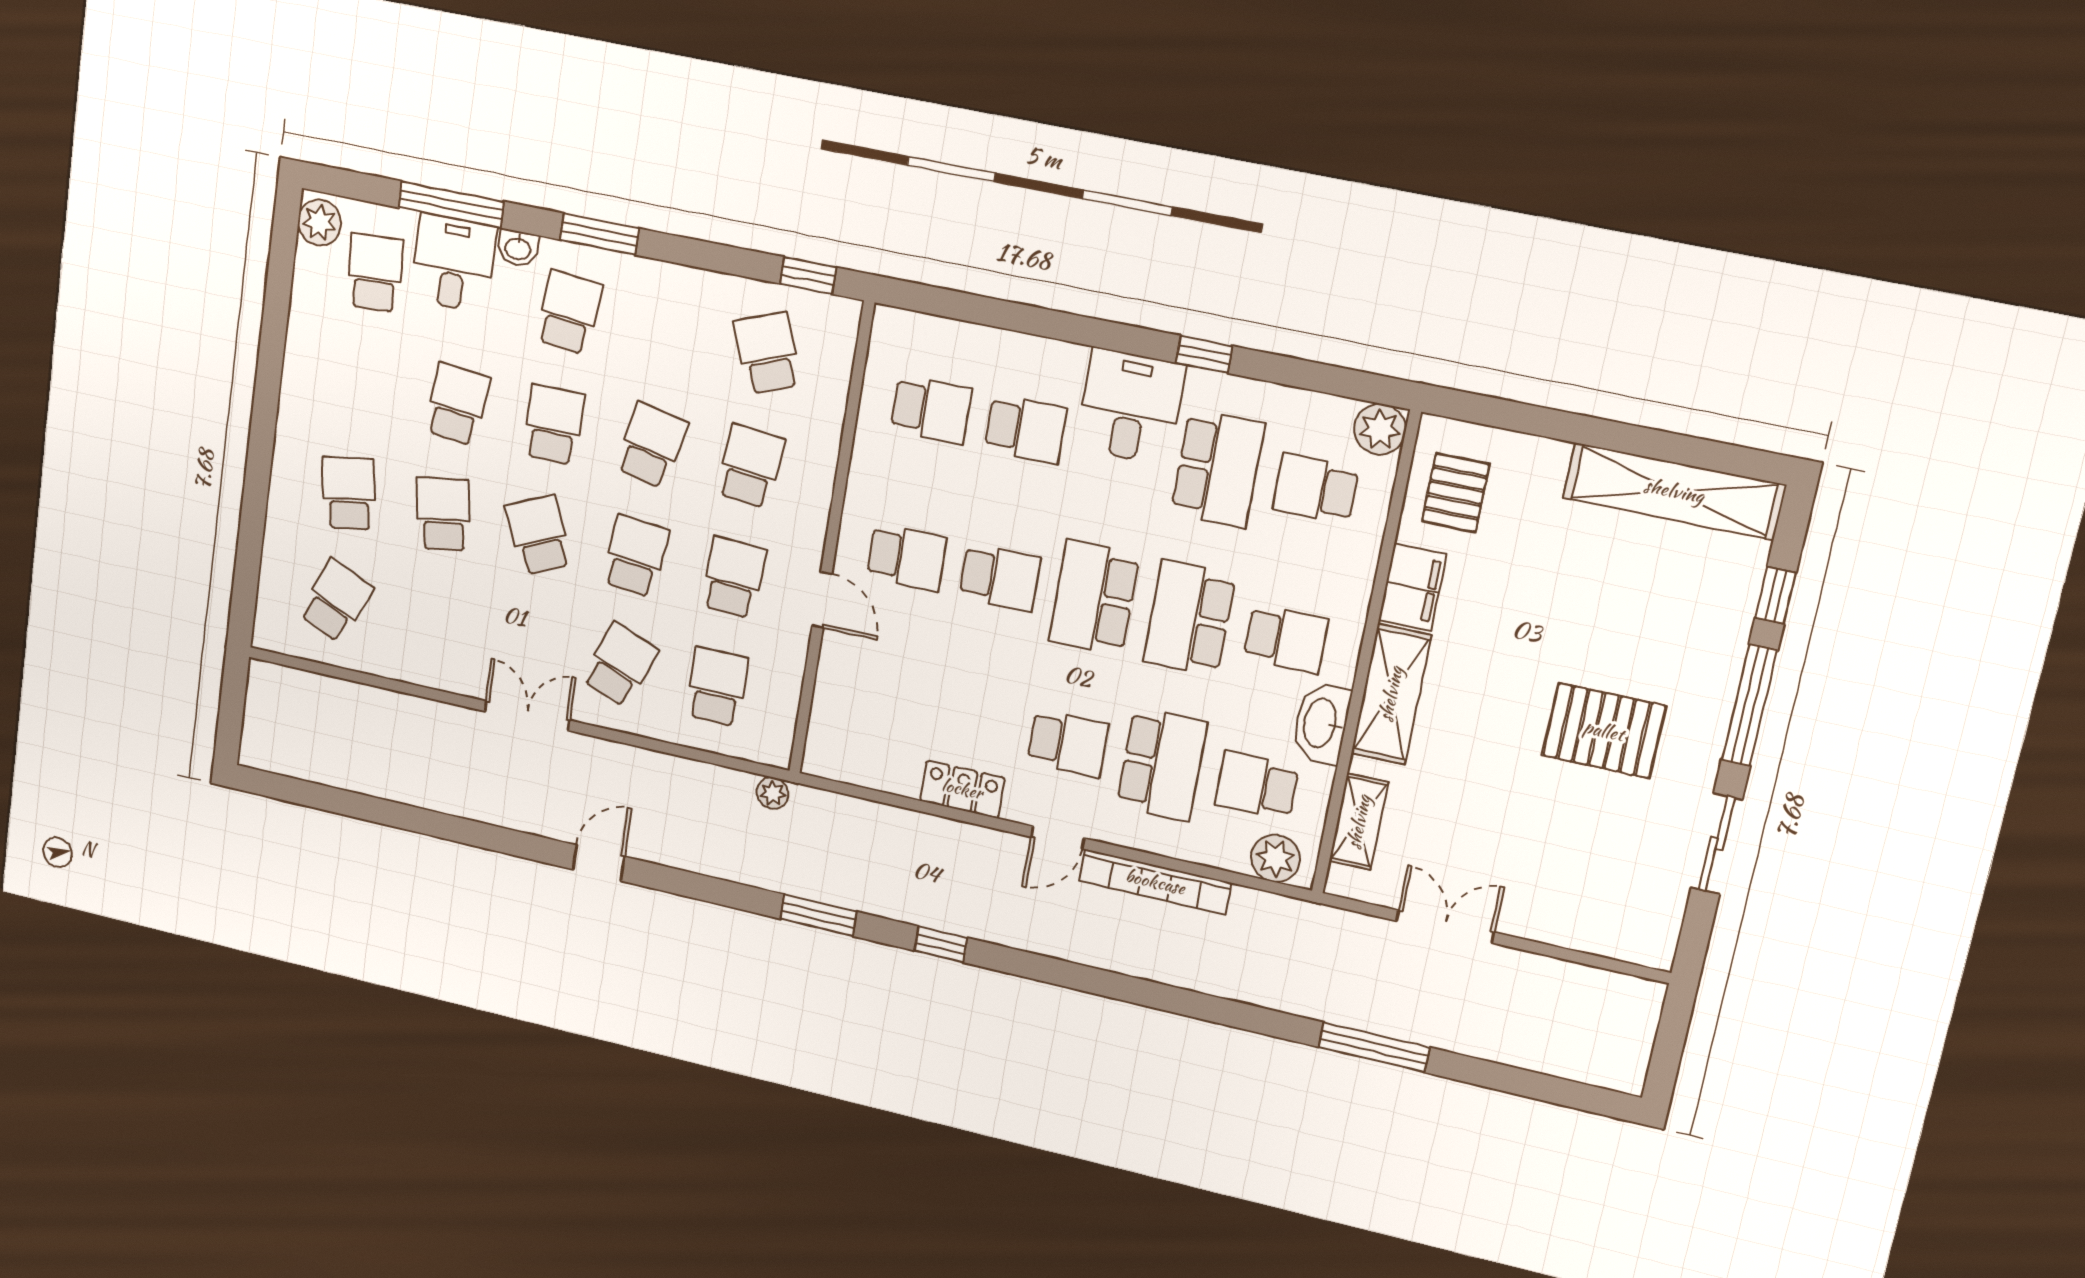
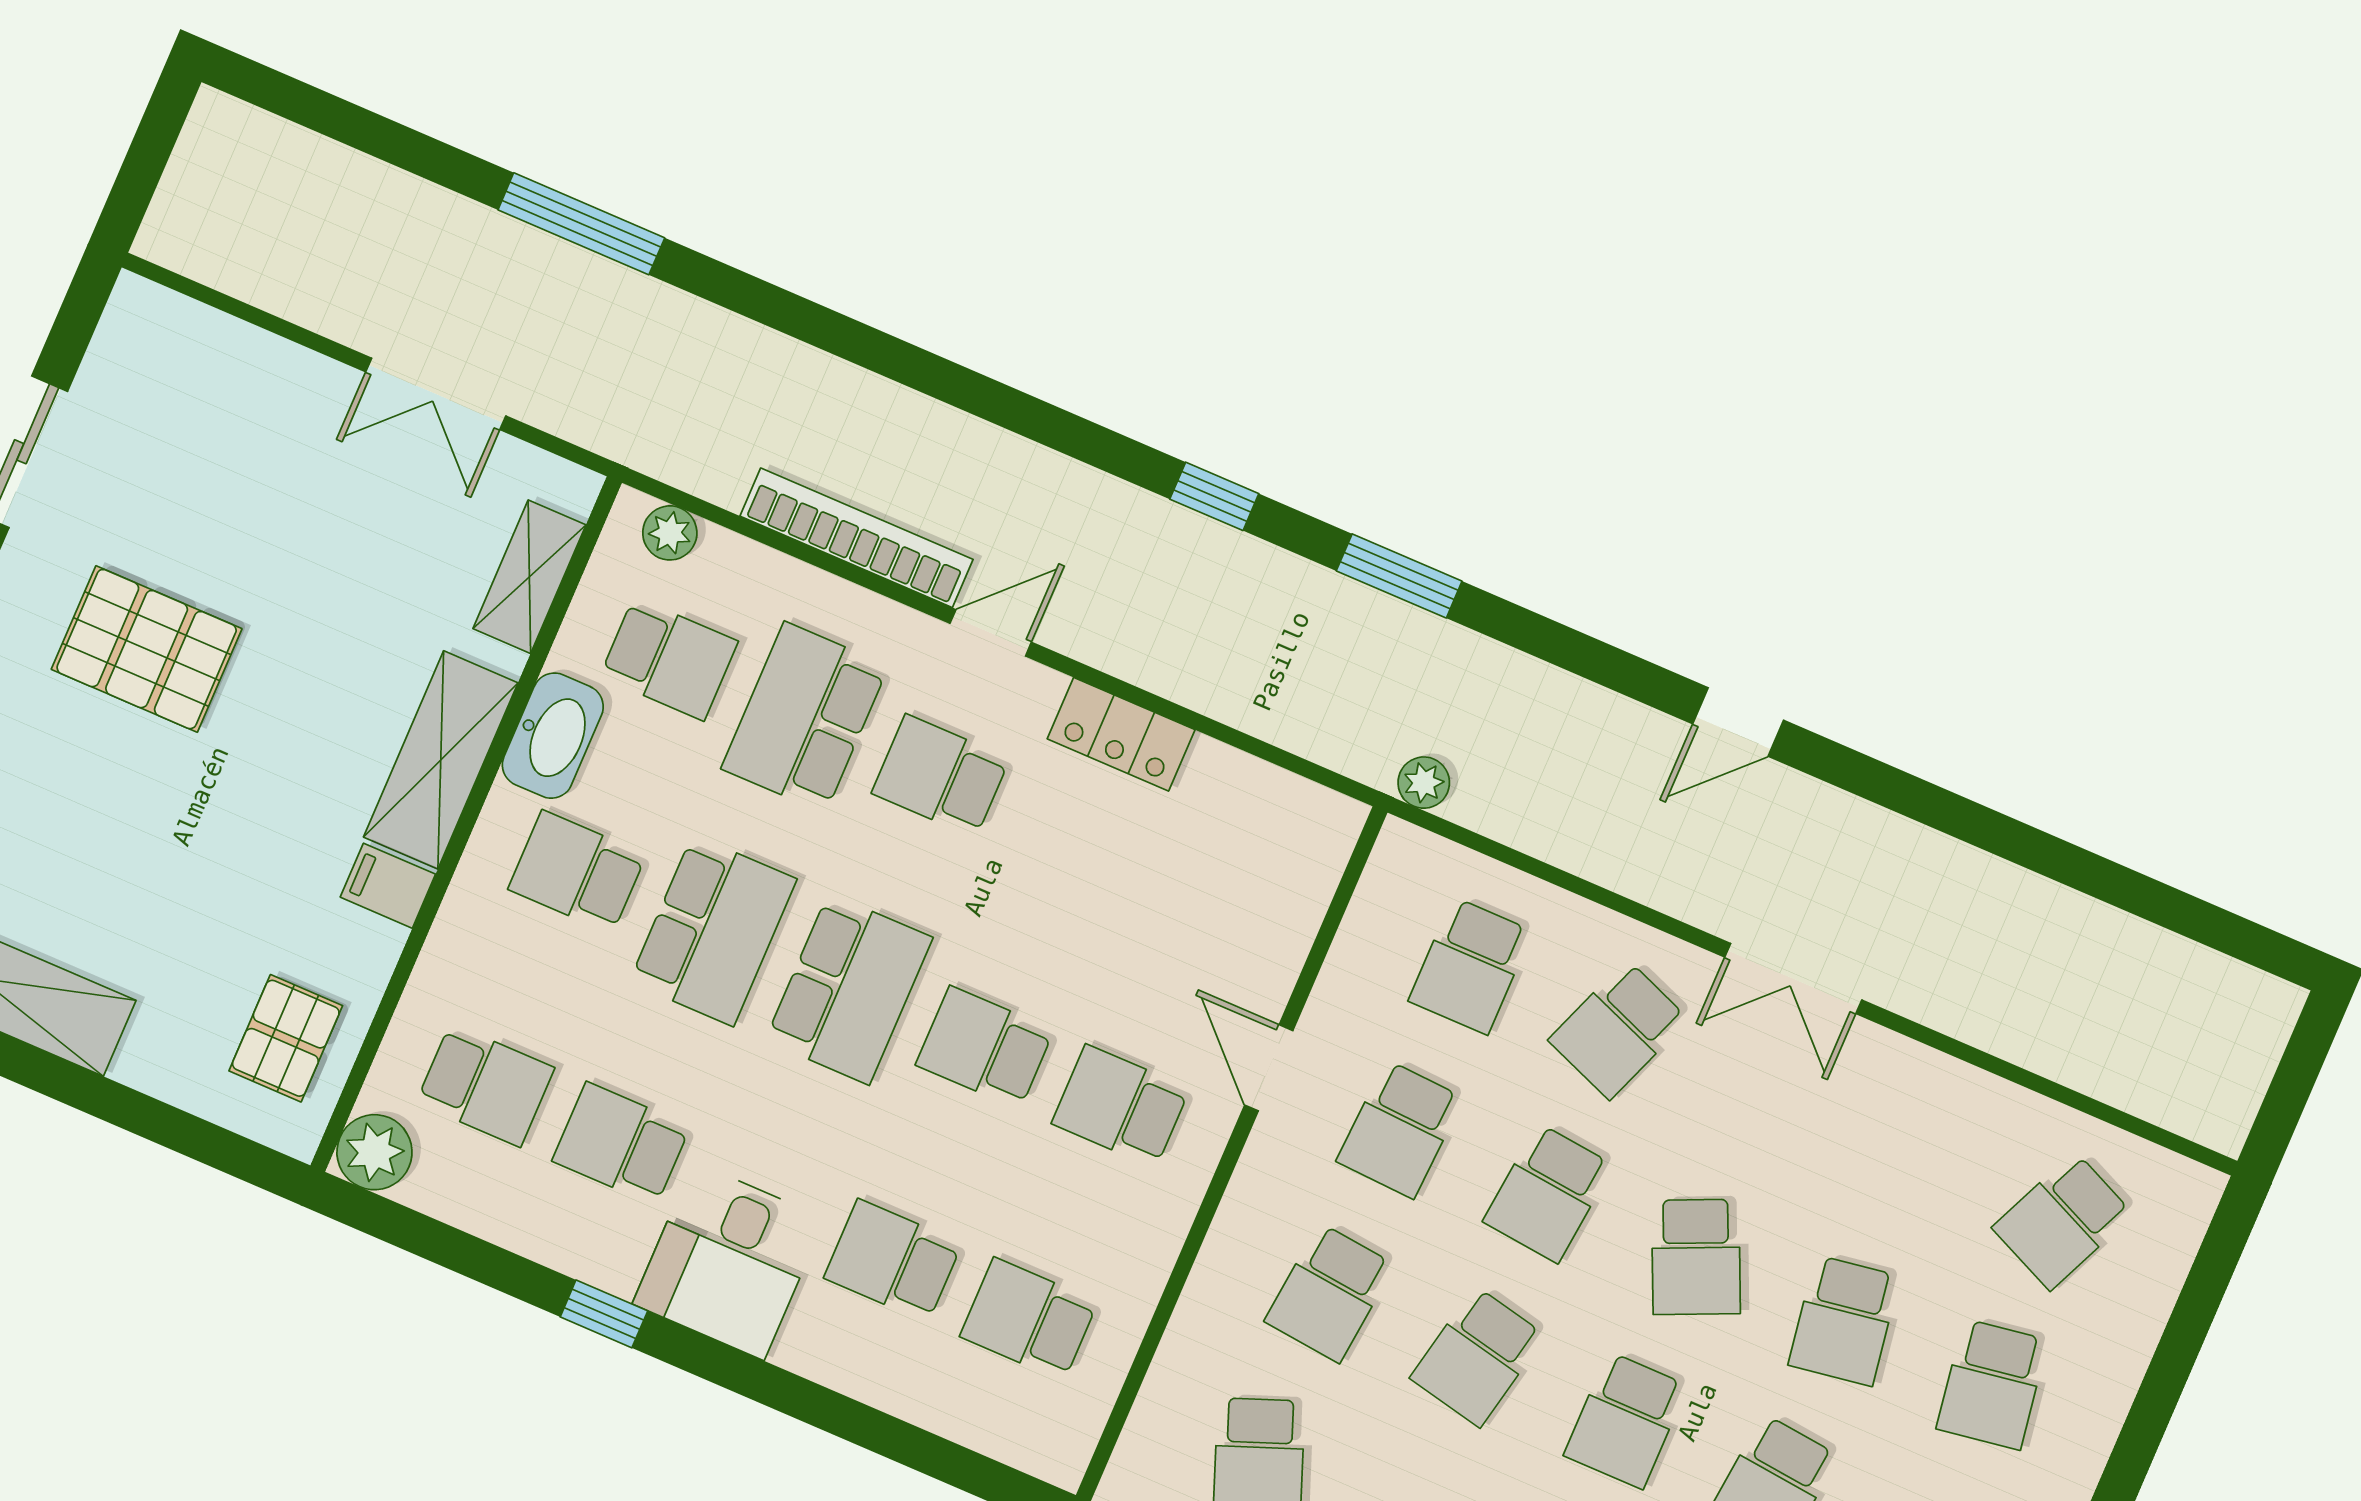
school desk: (1218, 469) -> (621, 1144), width x0.54
filing cabinet: (1413, 587) -> (388, 886), width x0.50
plant: (1275, 858) -> (670, 533), width x0.73, depth x0.73

